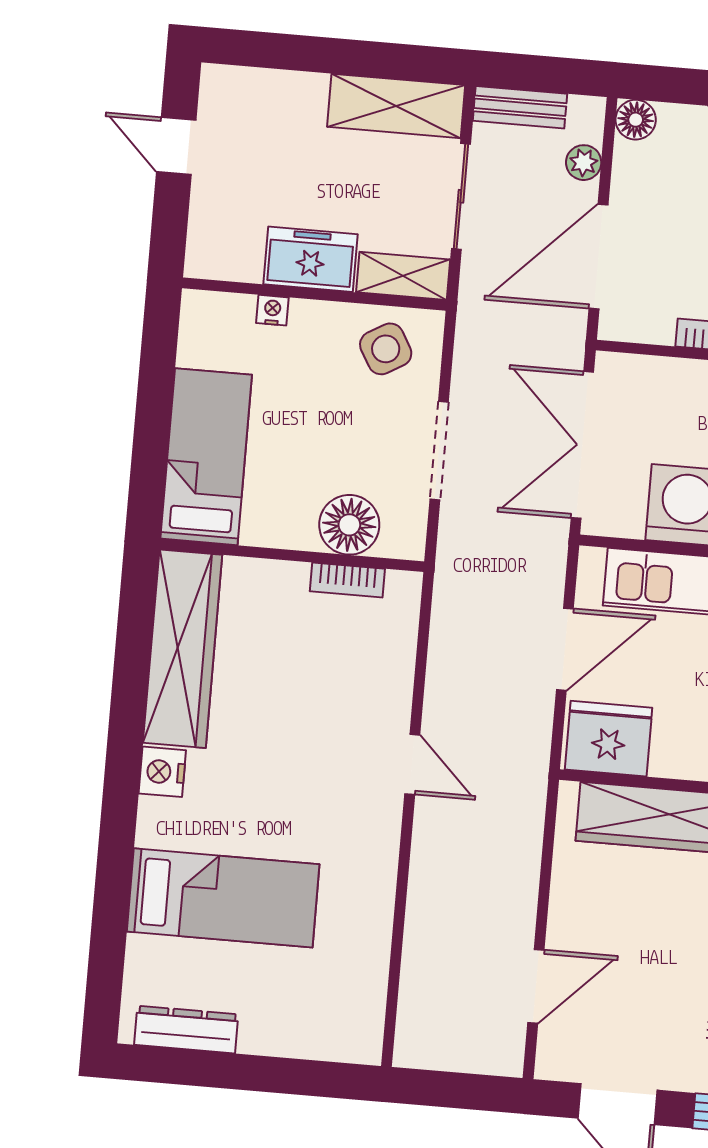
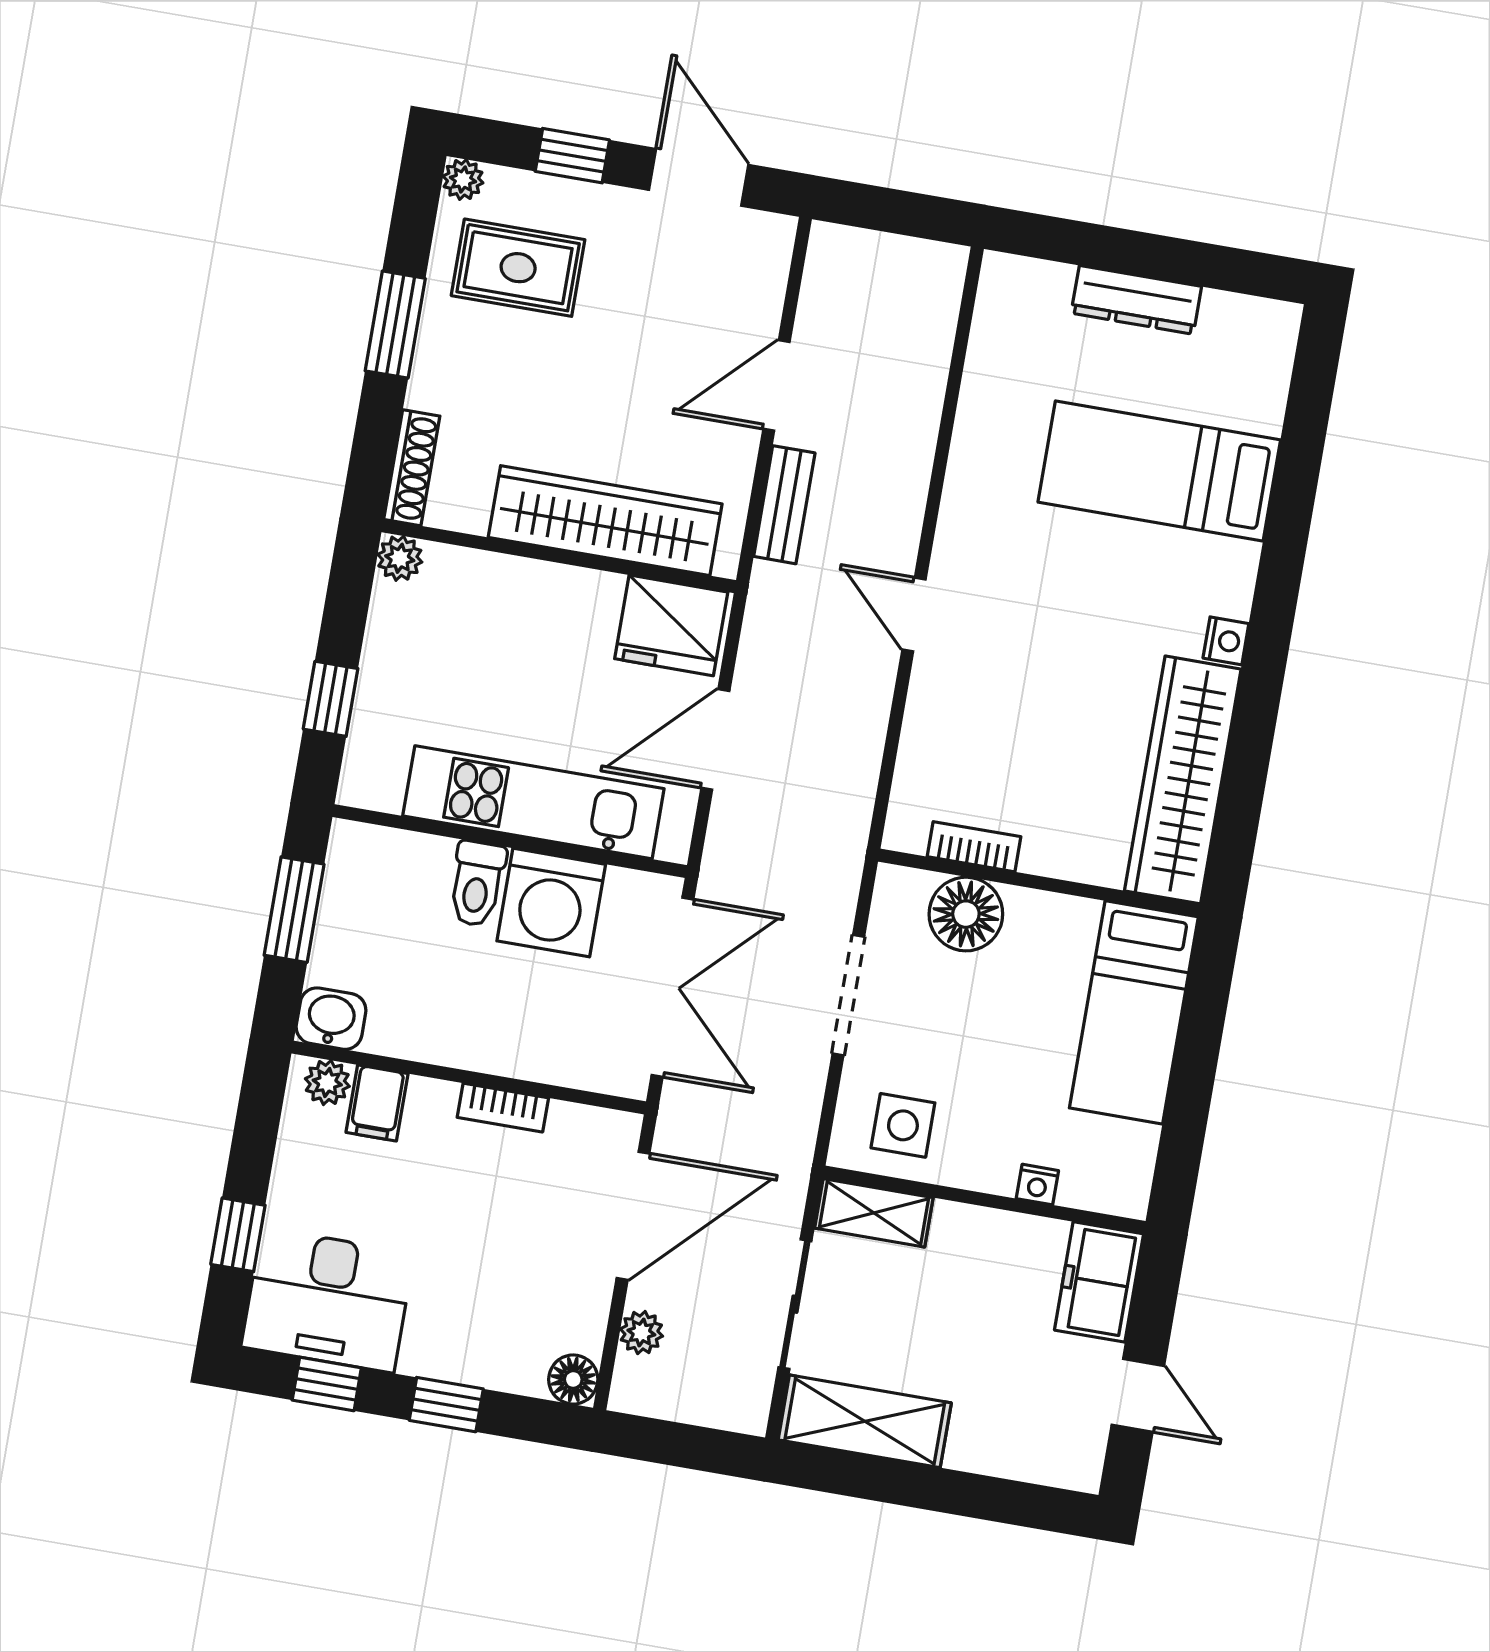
bench: (520, 107) -> (784, 505), moved, turned 90
freezer: (310, 259) -> (1099, 1282), moved, turned 90
side table: (386, 349) -> (903, 1125), turned 30
nightstand: (162, 772) -> (1226, 641), width x0.72, depth x0.74
door: (536, 986) -> (777, 385), moved
dresser: (186, 1029) -> (1136, 300), moved

